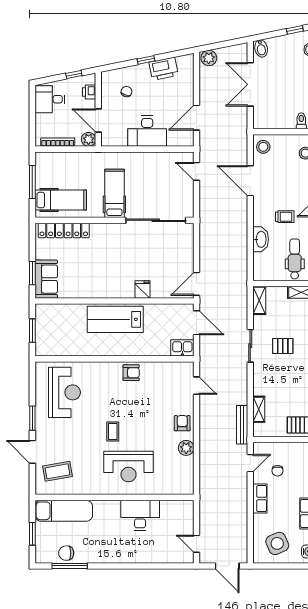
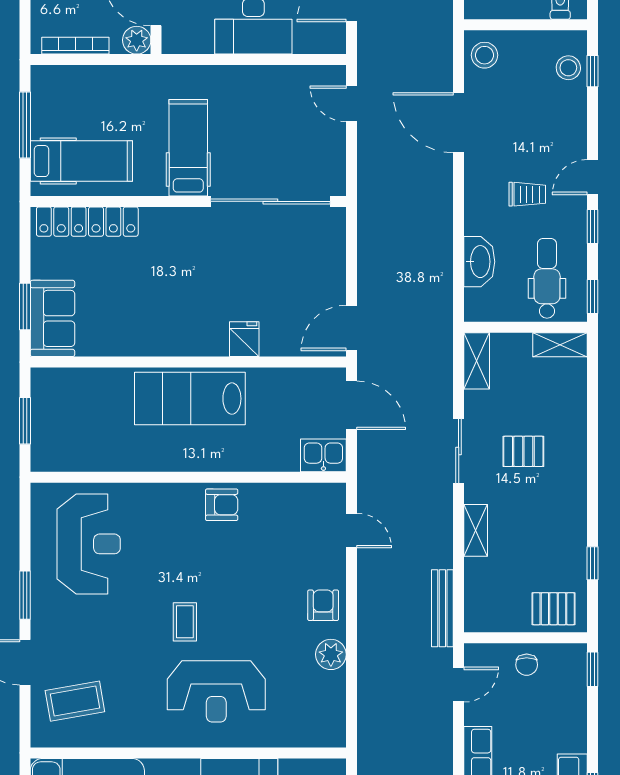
washbasin: (261, 239) -> (479, 262), moved
shelving: (259, 409) -> (476, 530), moved
chair: (277, 471) -> (527, 665), moved

